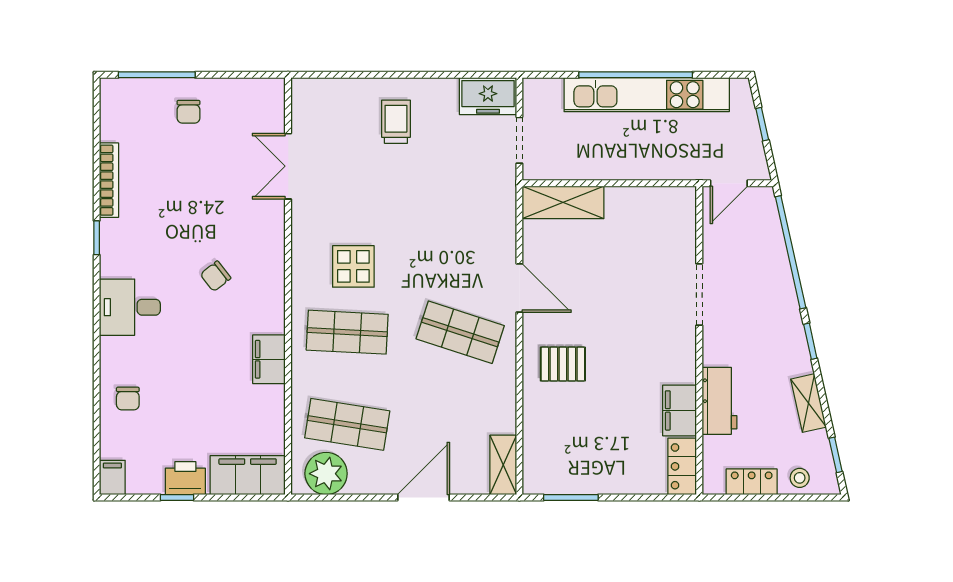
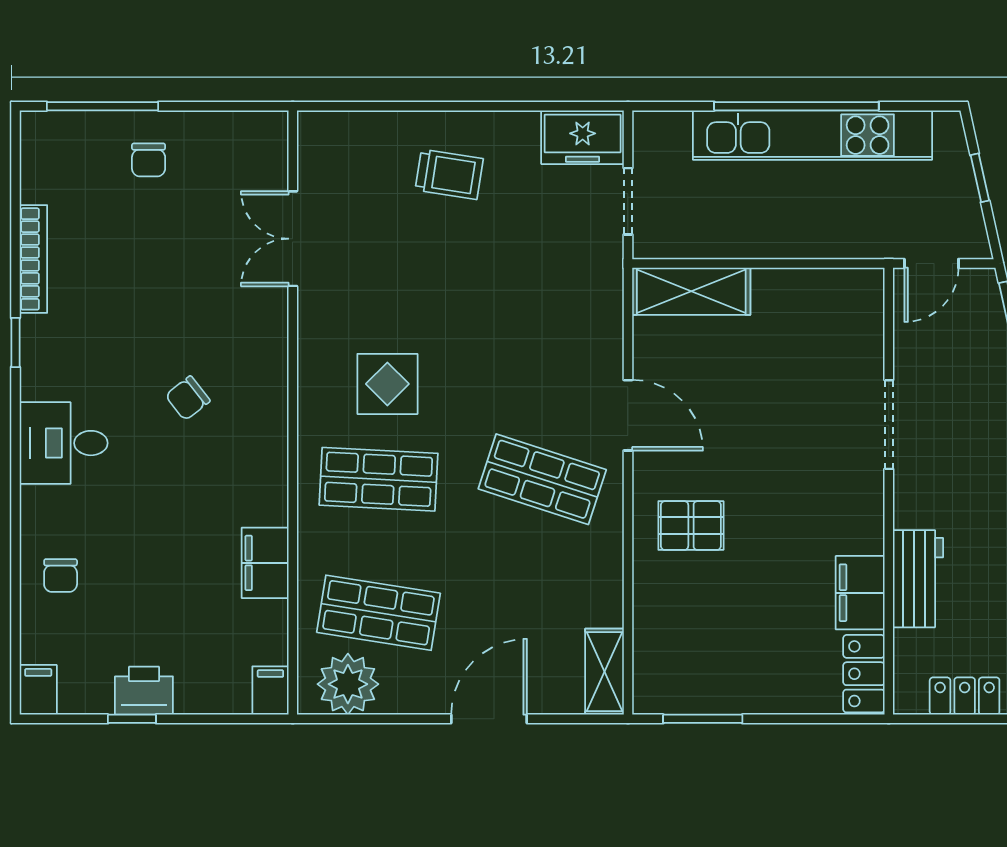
trolley: (396, 122) -> (449, 174), turned 99
filing cabinet: (269, 359) -> (265, 563), moved
filing cabinet: (248, 475) -> (270, 690), width x0.33, depth x0.86

